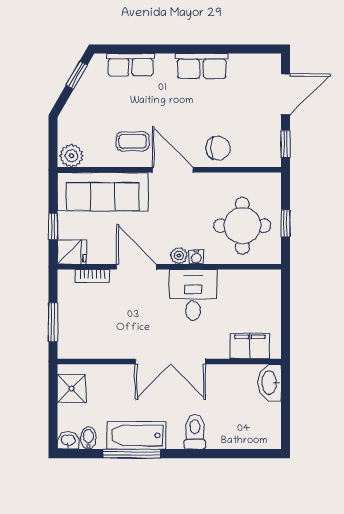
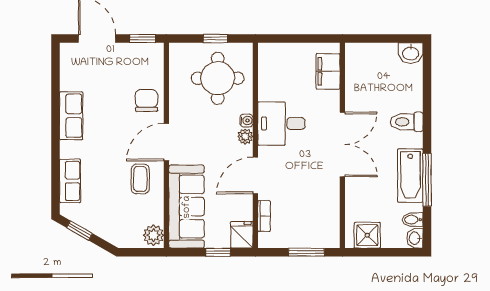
washbasin: (270, 383) -> (411, 53), moved, width x0.72

